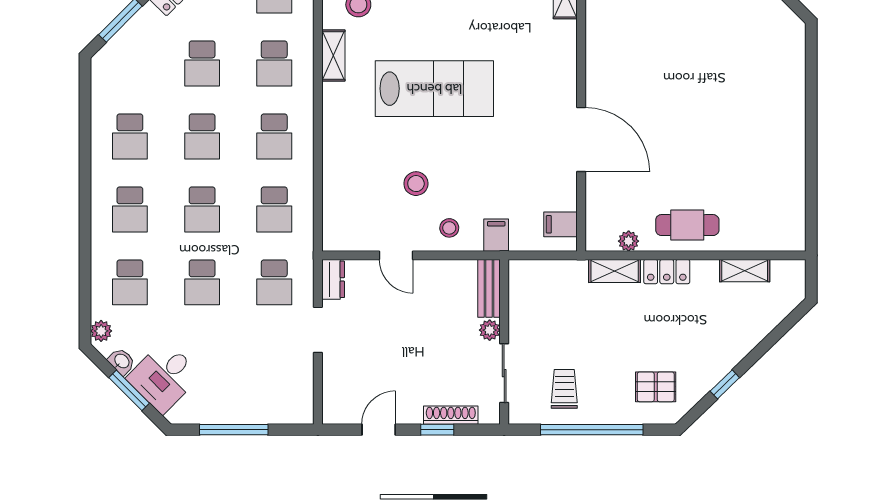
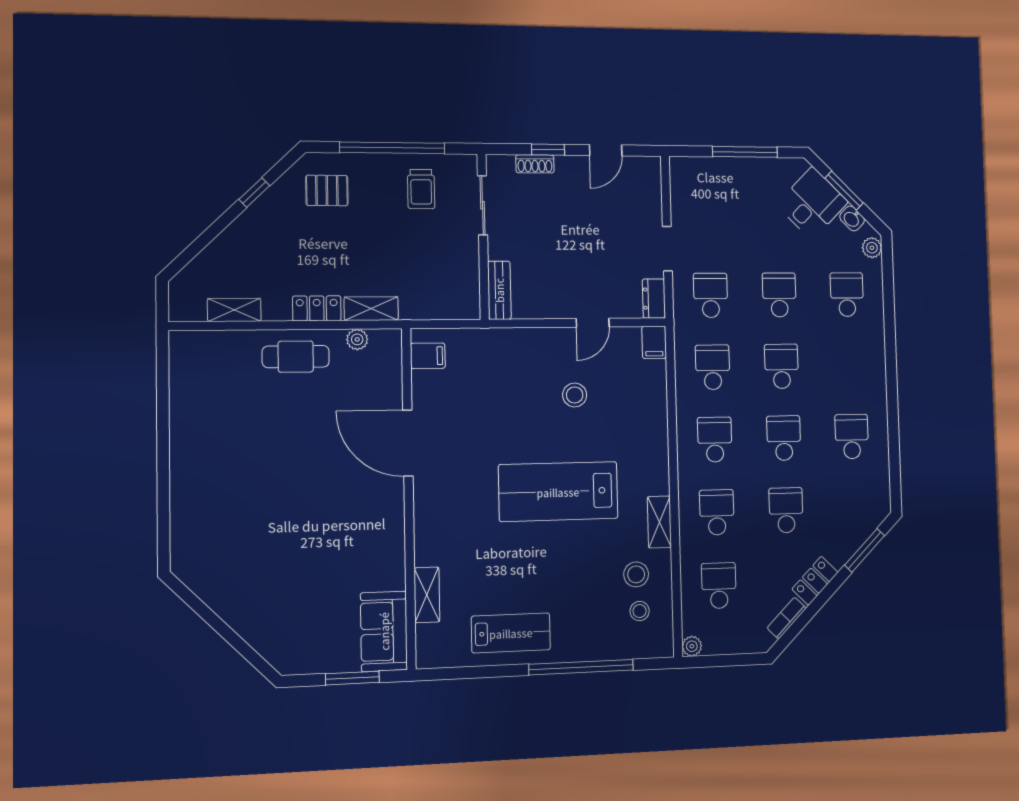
school desk: (130, 209) -> (849, 365), removed
stool: (449, 228) -> (540, 351), removed
filing cabinet: (496, 235) -> (654, 342), moved
door: (396, 255) -> (593, 323), swing flipped
plant: (490, 330) -> (498, 248), removed
shoe rack: (451, 415) -> (535, 164), width x0.70

